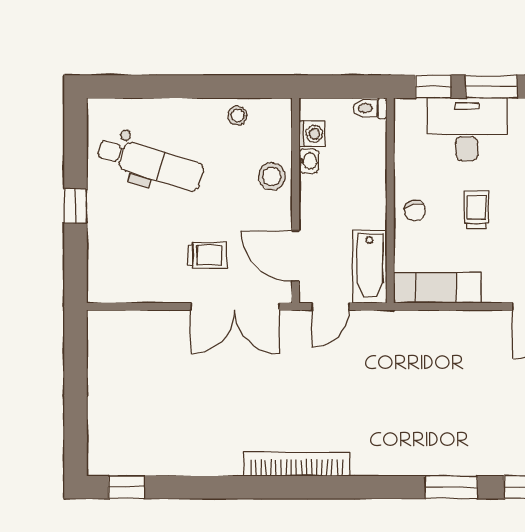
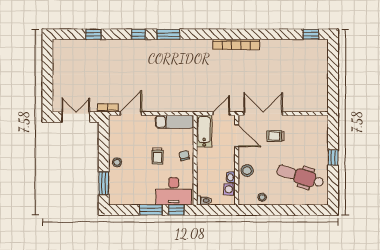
desk: (467, 129) -> (174, 191), moved

